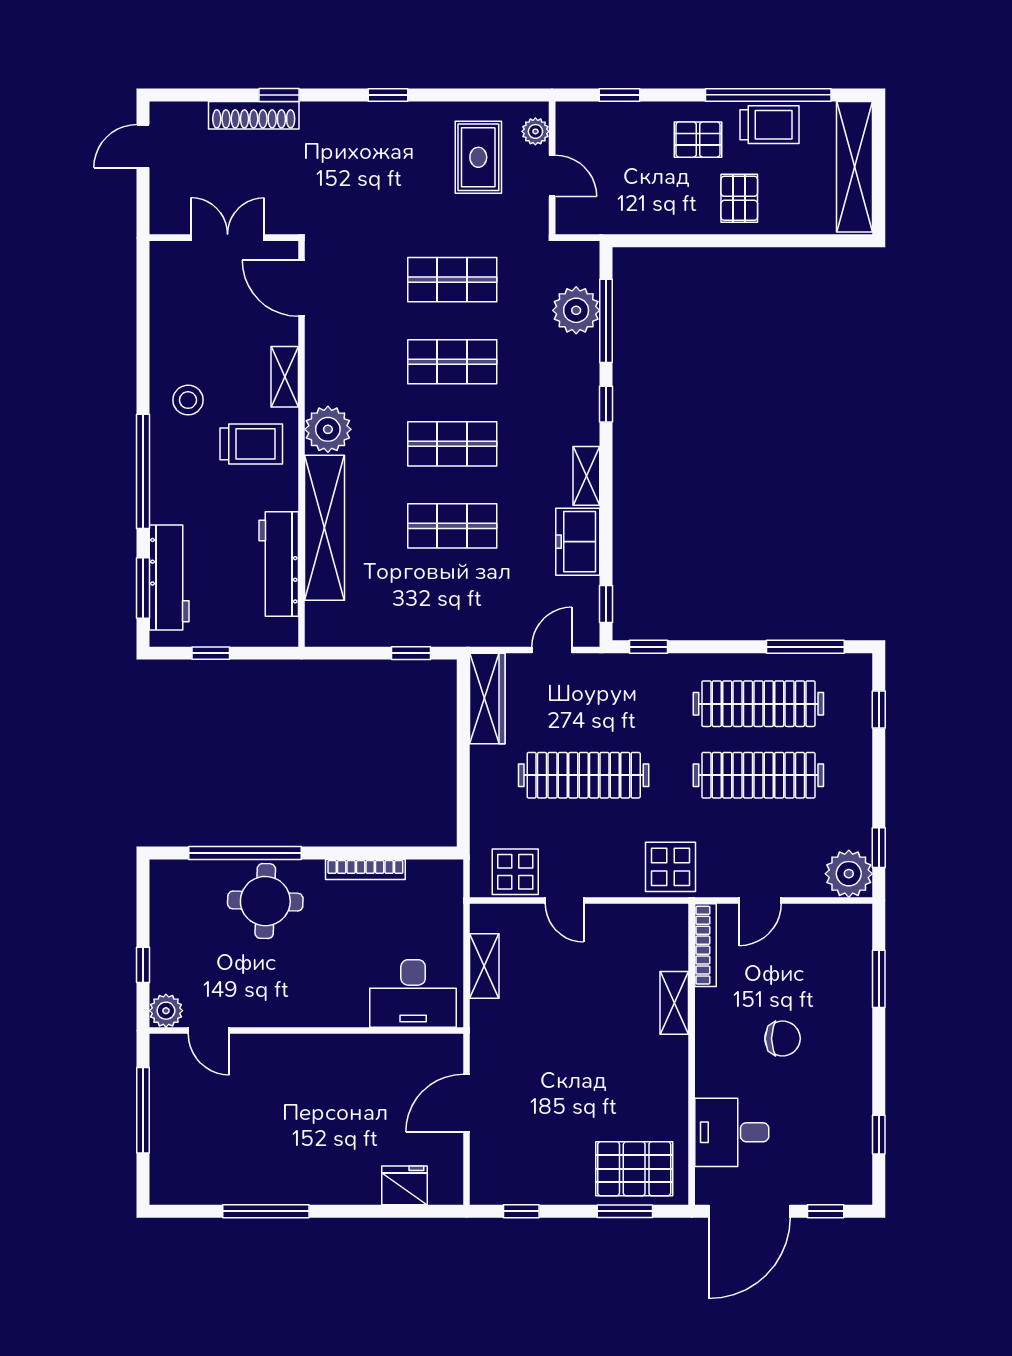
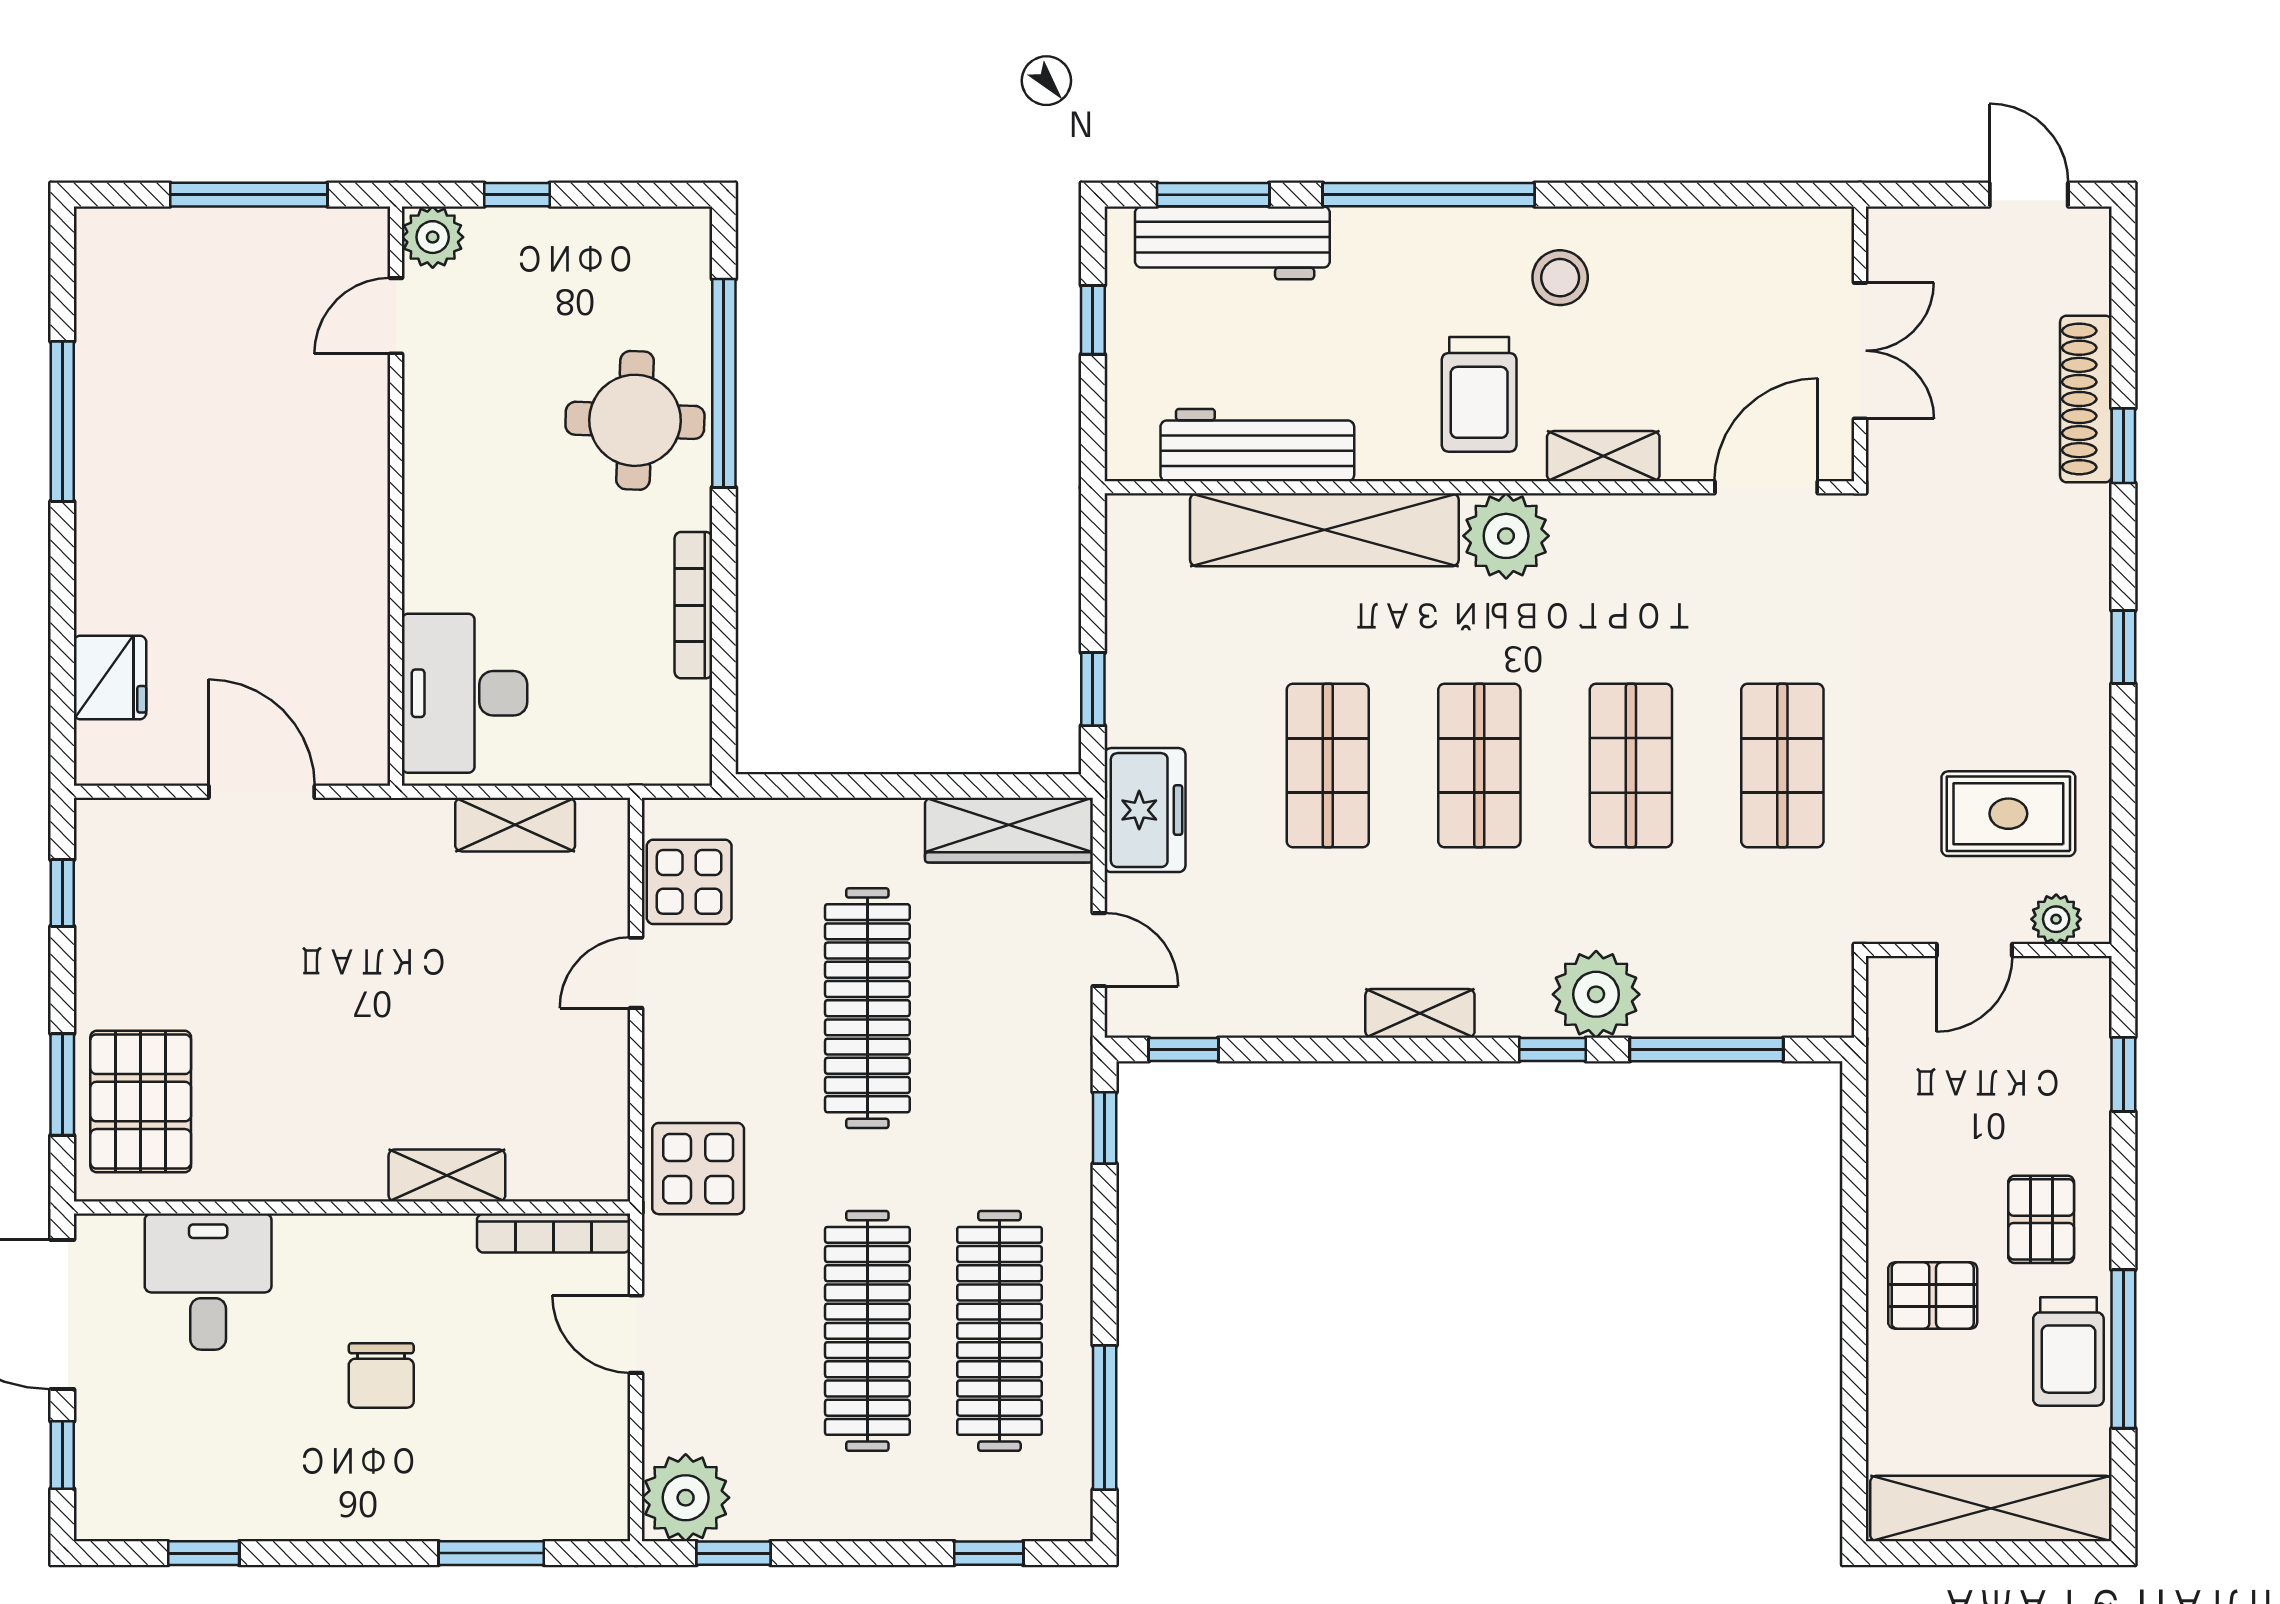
window: (768, 95) -> (2123, 1349), width x0.68
plant: (576, 310) -> (1596, 994), moved
freezer: (578, 542) -> (1145, 810), moved, turned 90

